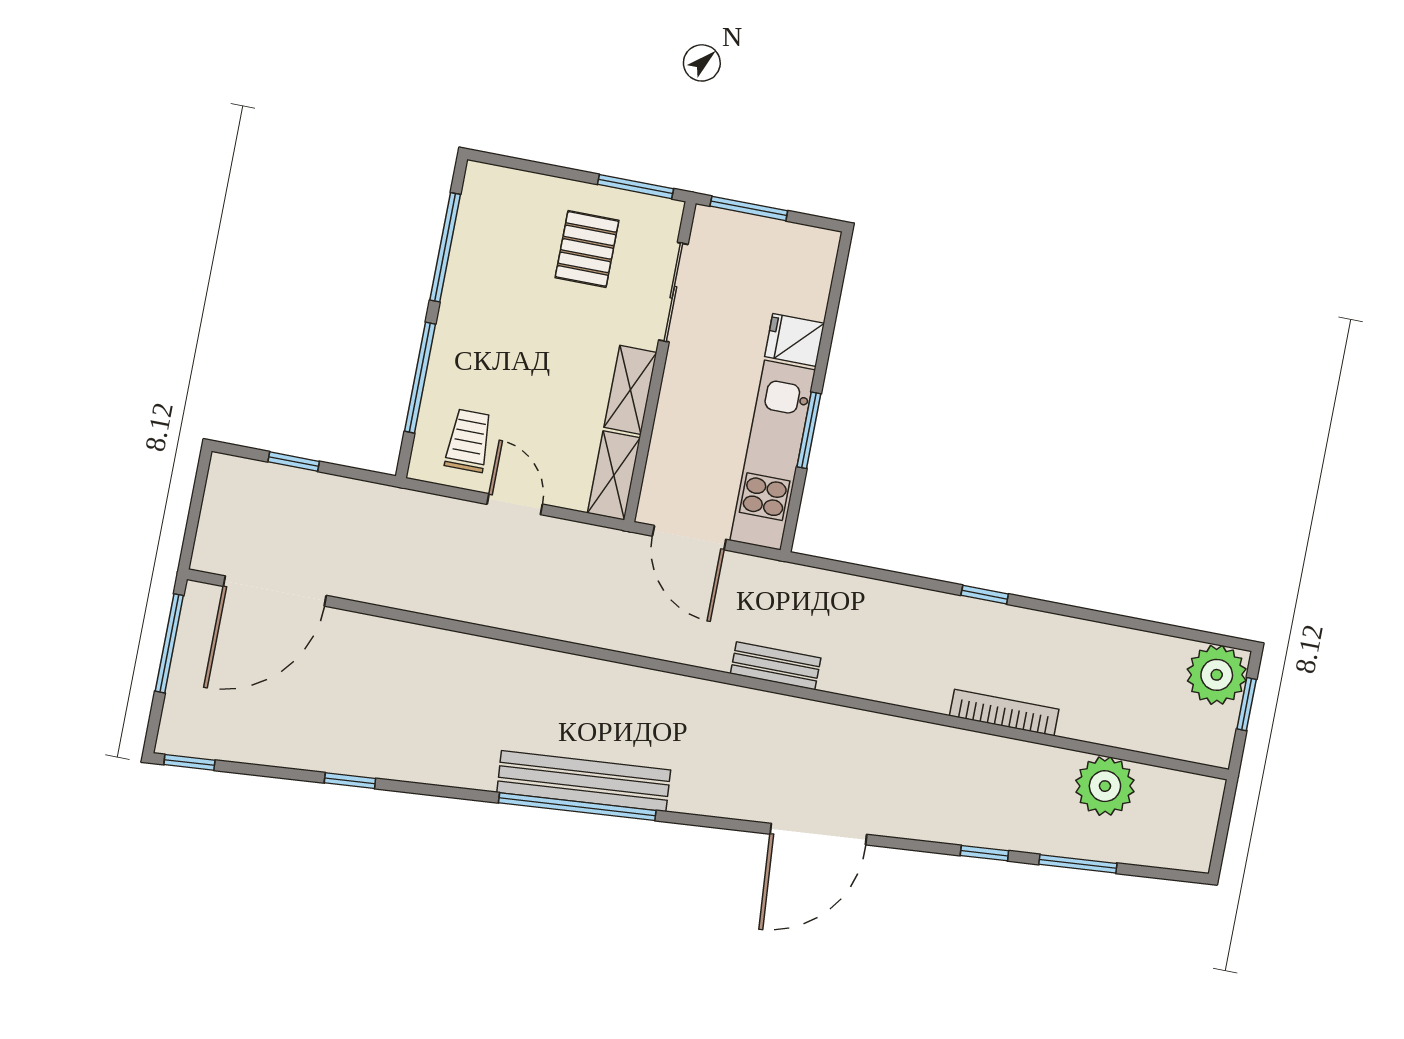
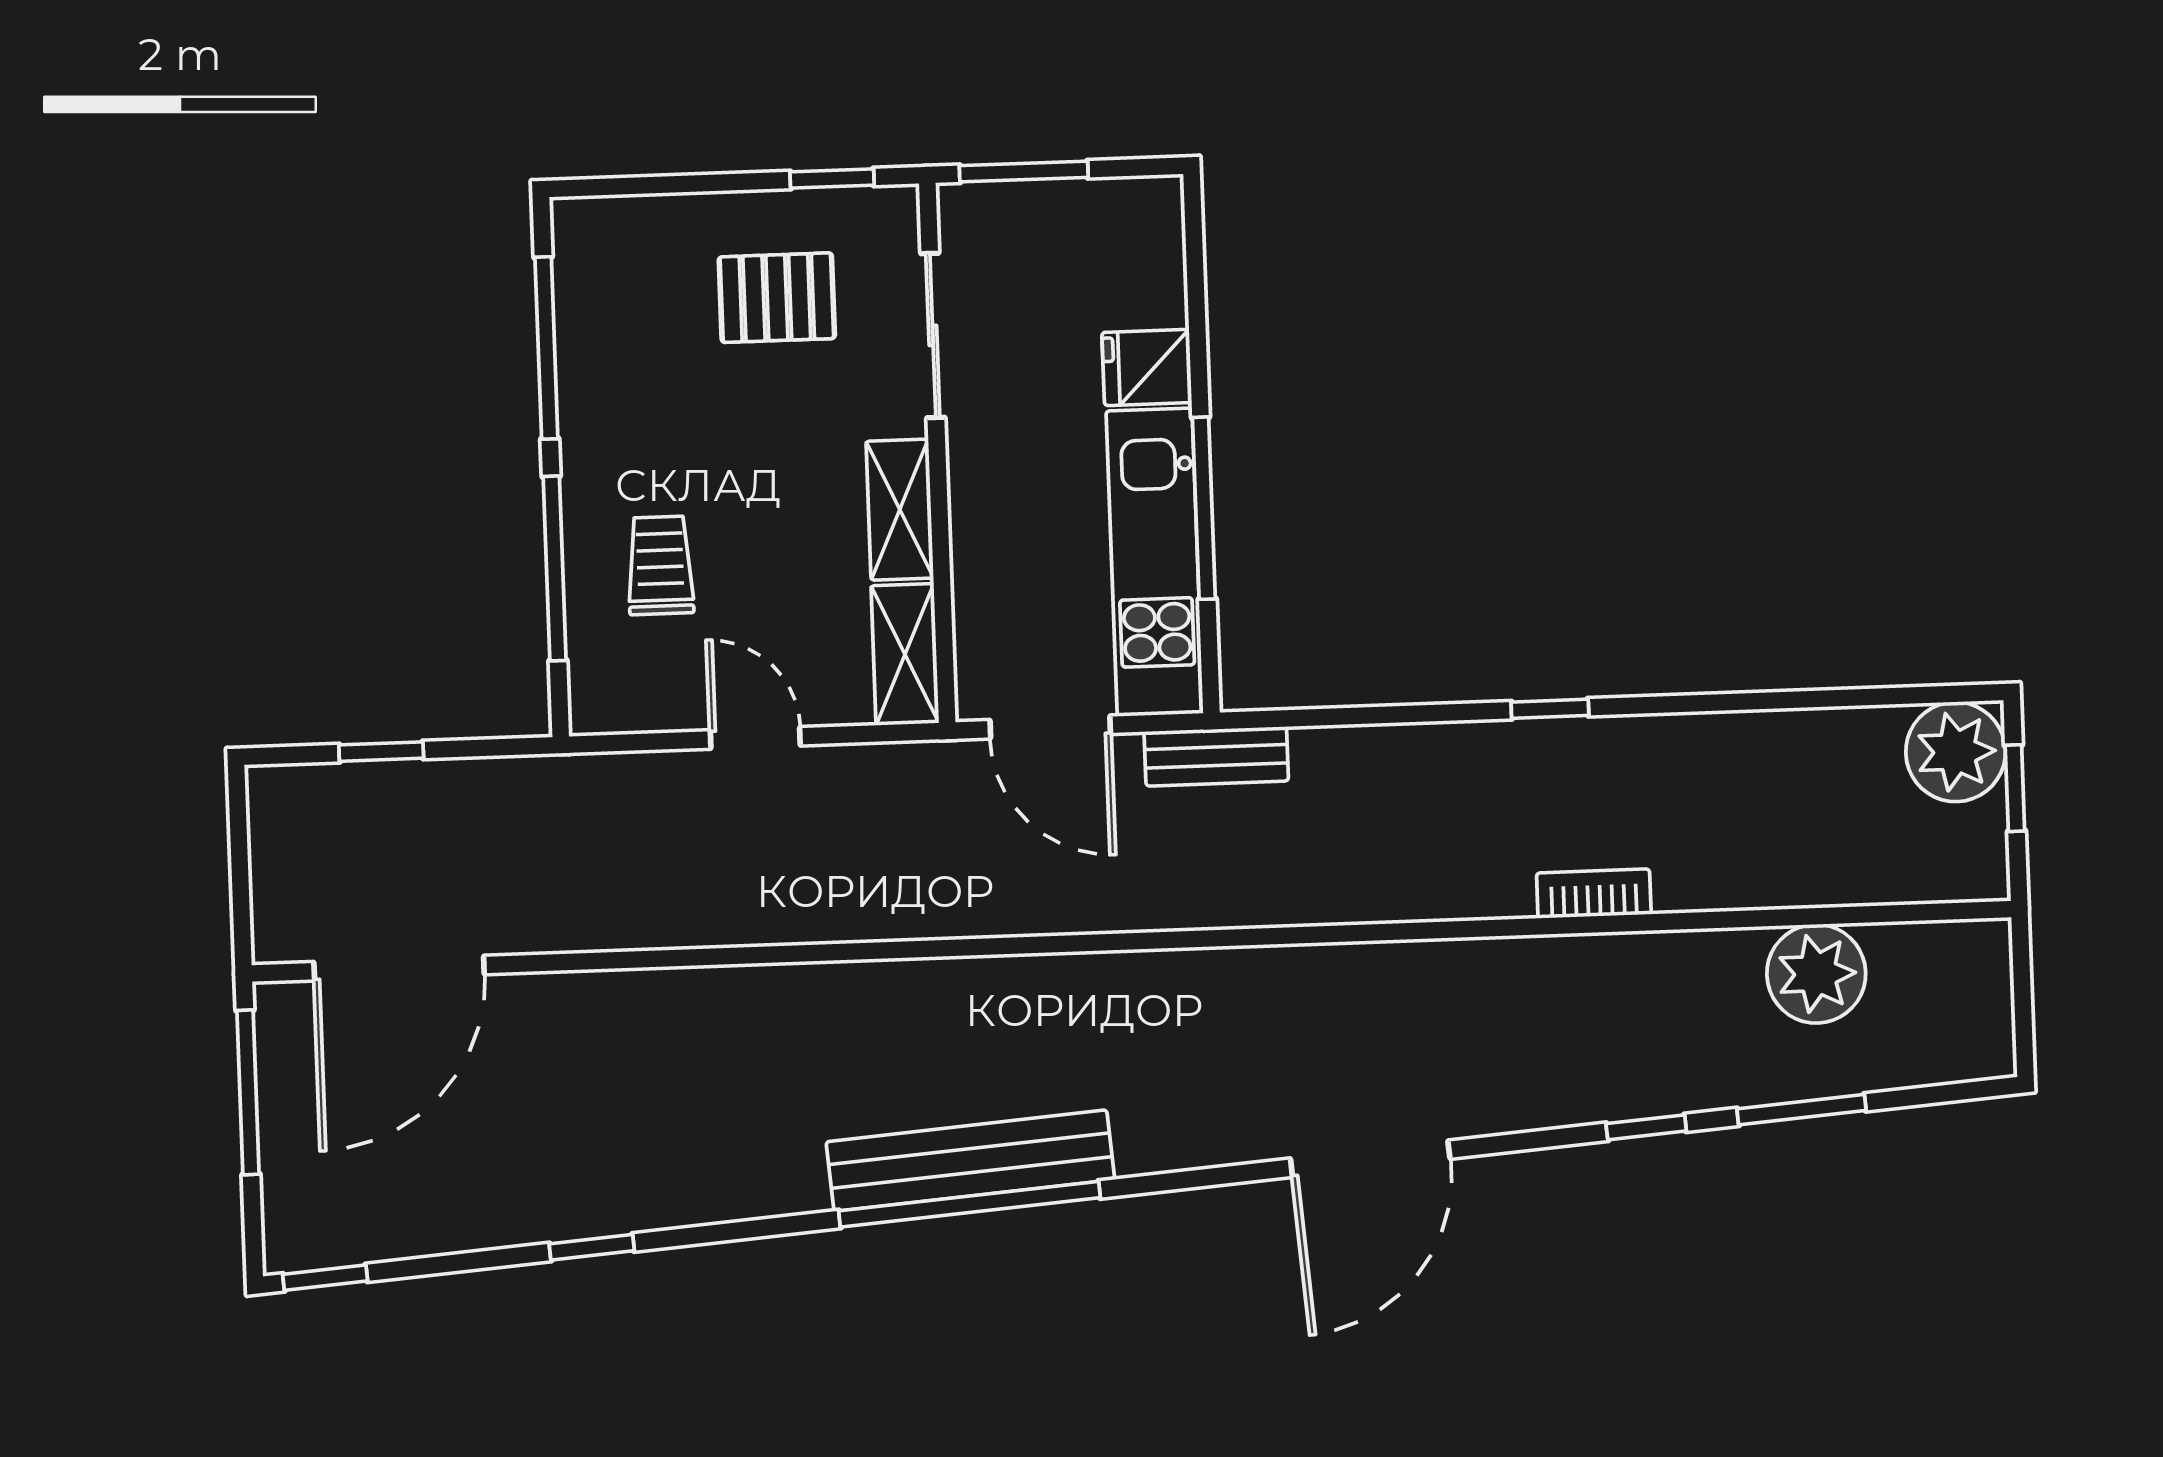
window: (636, 187) -> (832, 179), width x0.67
pallet: (587, 249) -> (777, 298), turned 90
window: (809, 430) -> (1204, 508), width x1.44
trolley: (469, 441) -> (660, 565), moved
bench: (776, 666) -> (1216, 756), moved
bookcase: (1004, 713) -> (1594, 894), width x0.64

